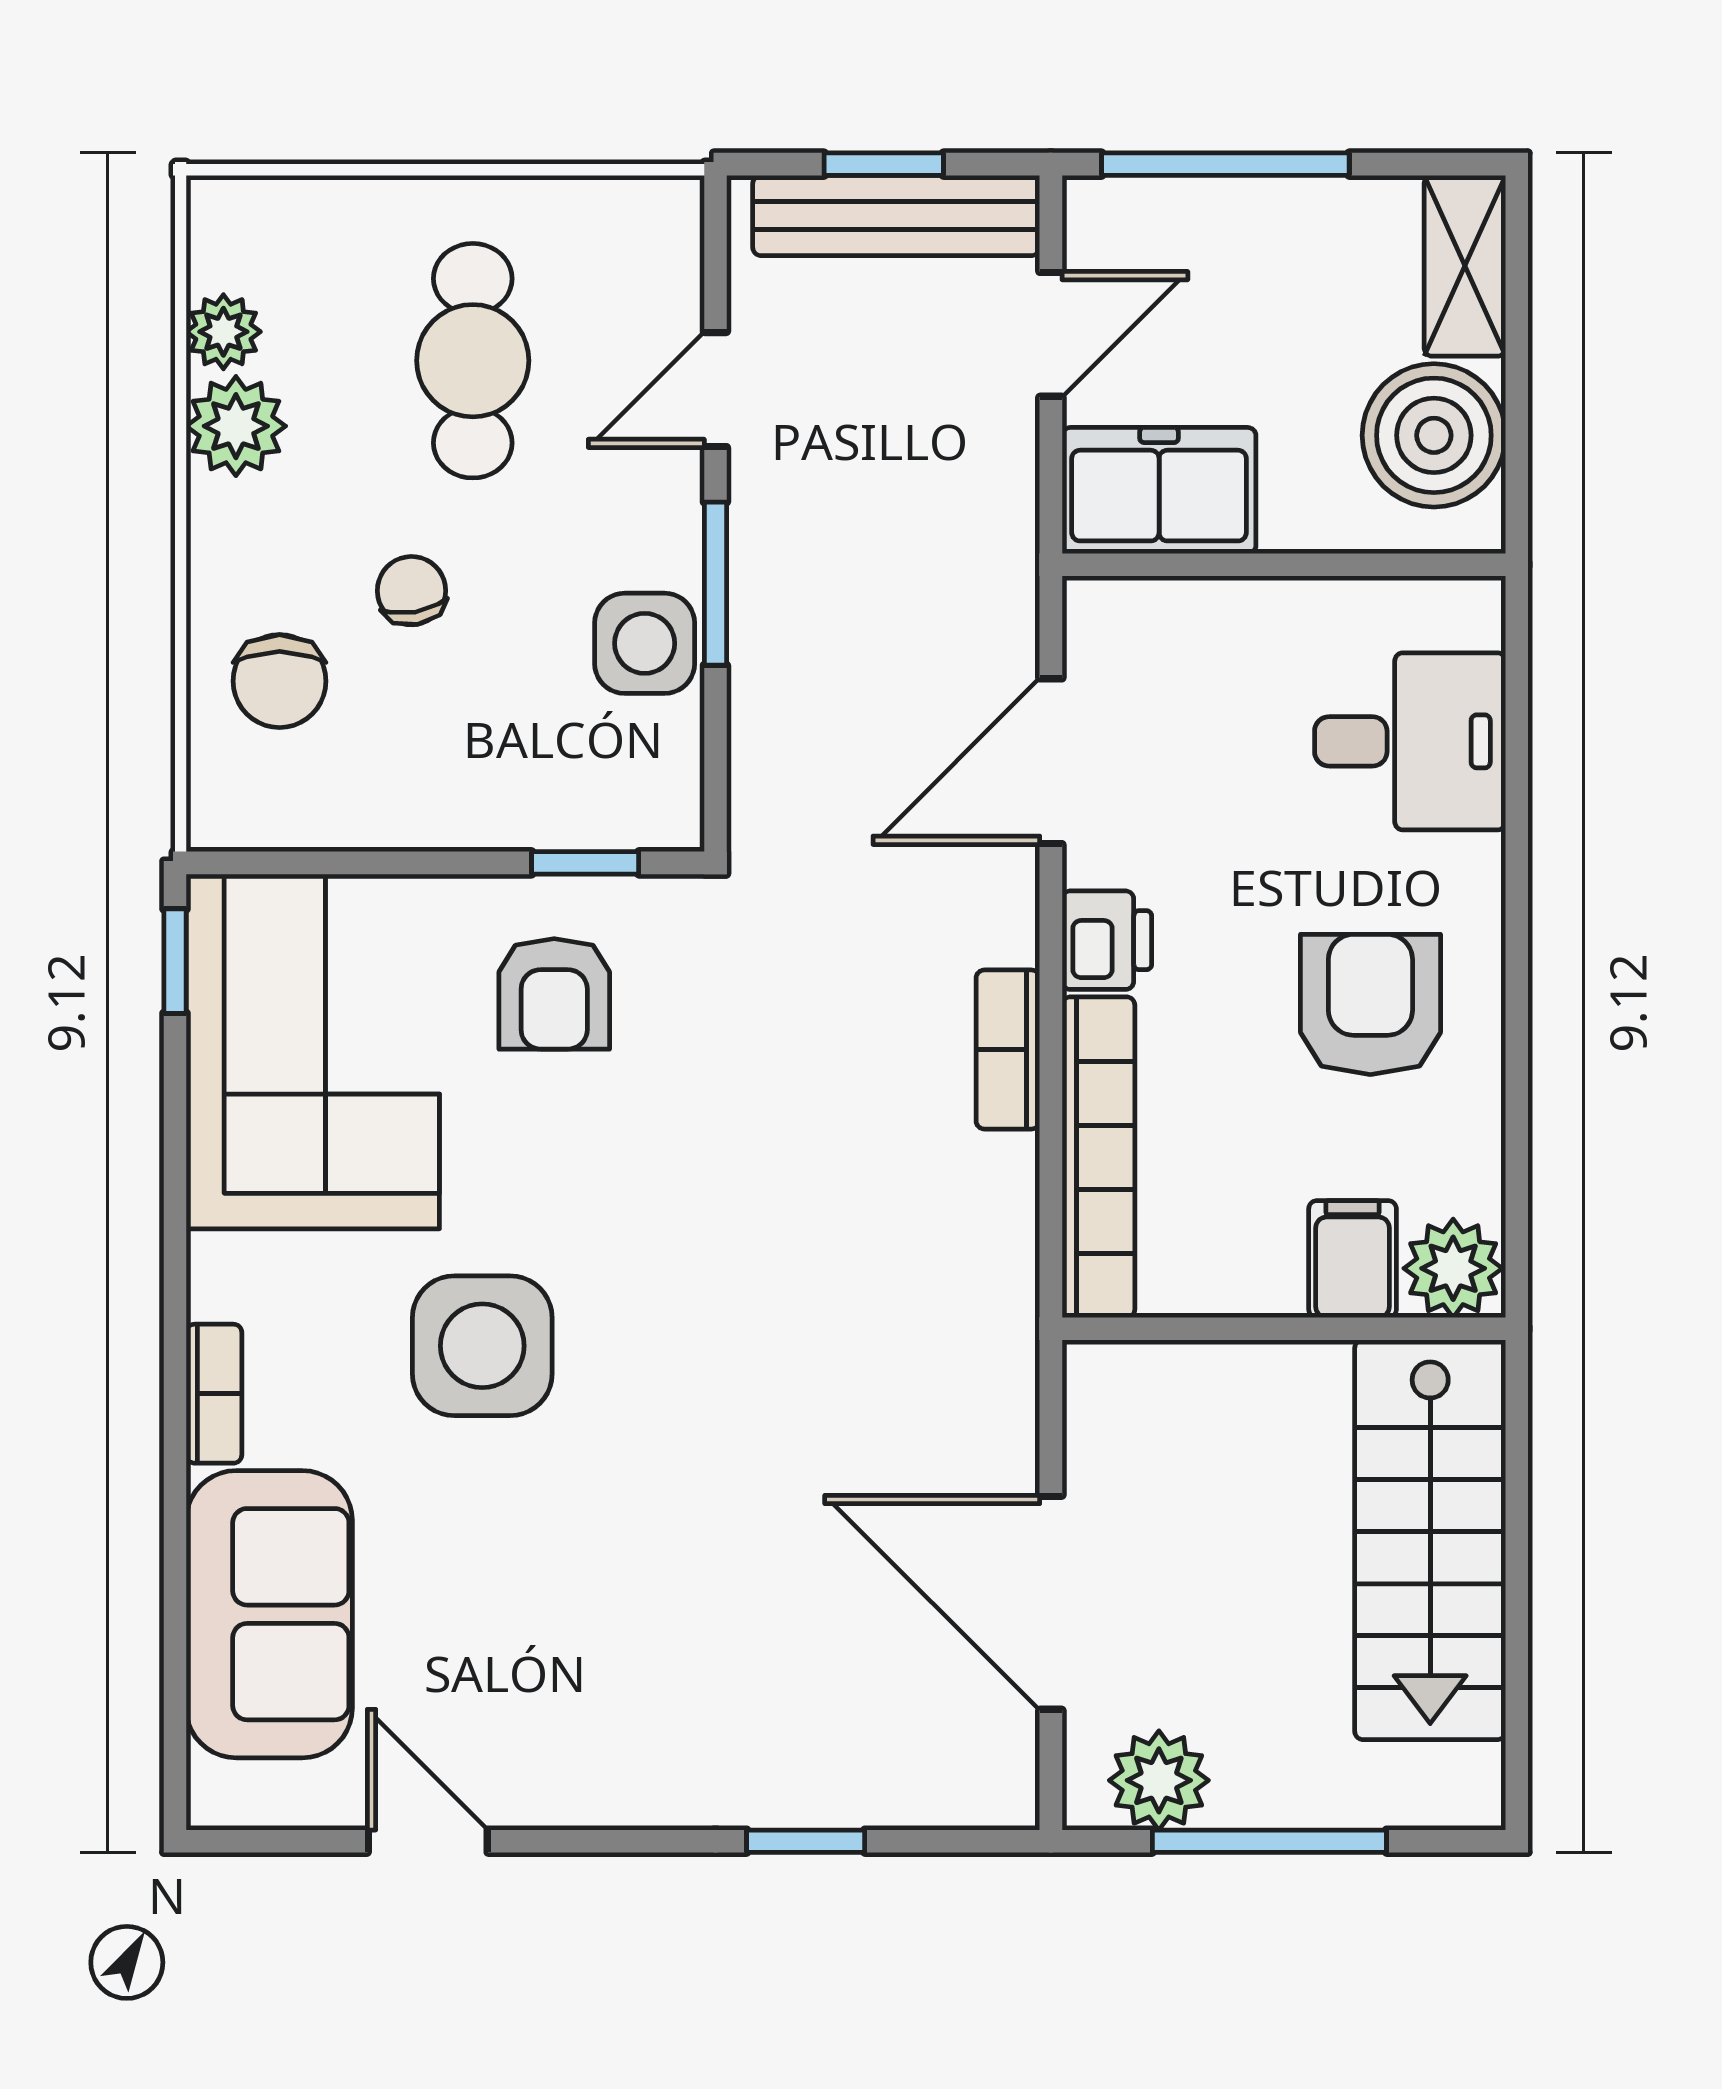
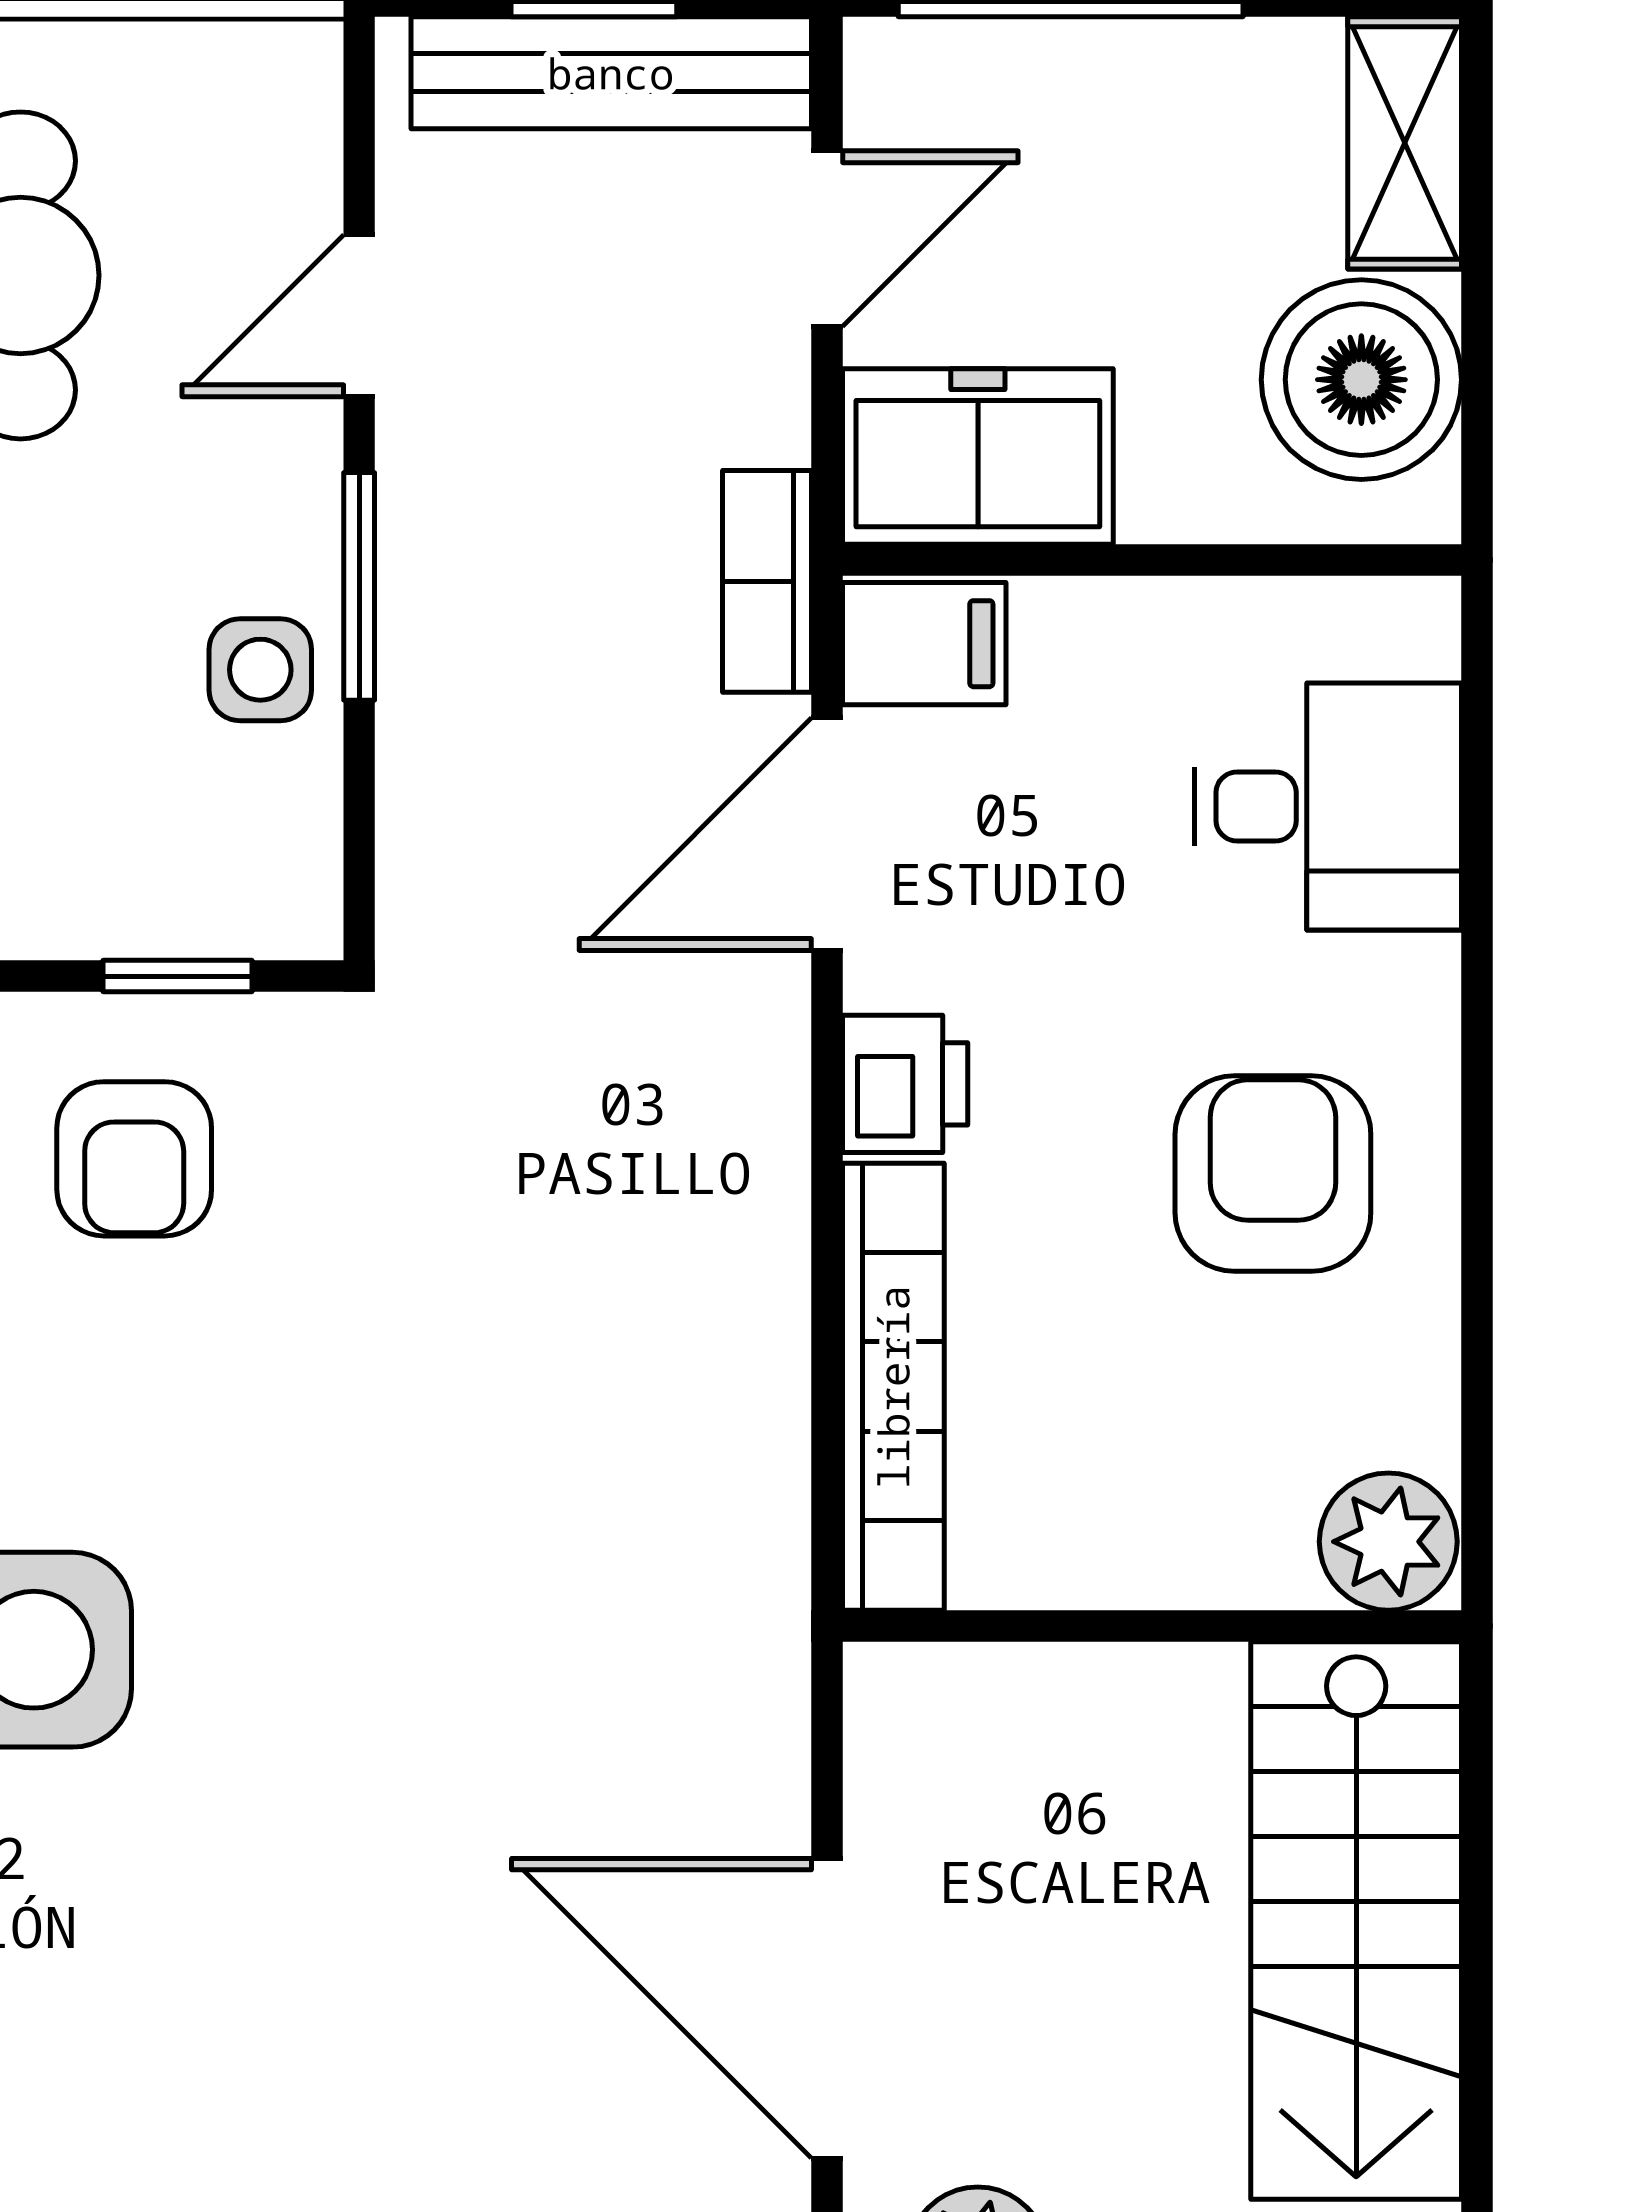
side table: (645, 643) -> (260, 670), width x0.73, depth x0.73
bookcase: (1008, 1050) -> (767, 581), moved
filing cabinet: (1353, 1259) -> (924, 644), moved, turned 90

